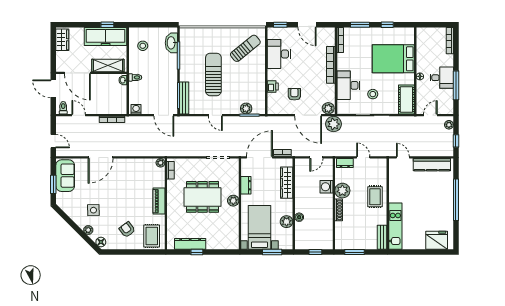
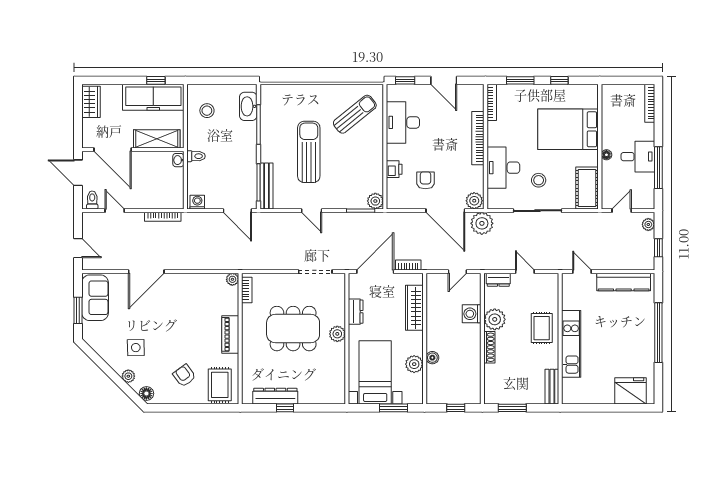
plant: (246, 109) -> (375, 201), moved
kitchen unit: (395, 226) -> (571, 344), moved

